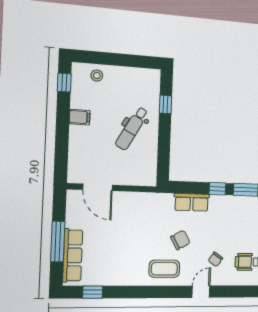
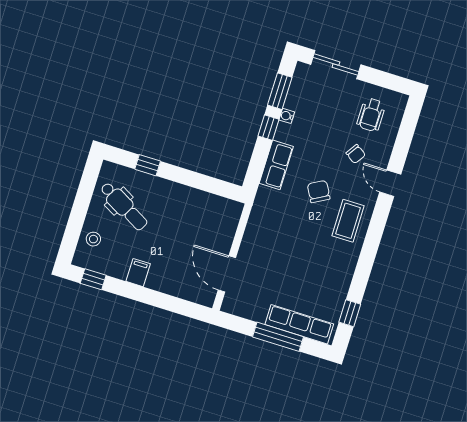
dental chair: (132, 128) -> (124, 206), moved
door: (98, 187) -> (227, 274), swing flipped
water cooler: (229, 200) -> (287, 116), added

